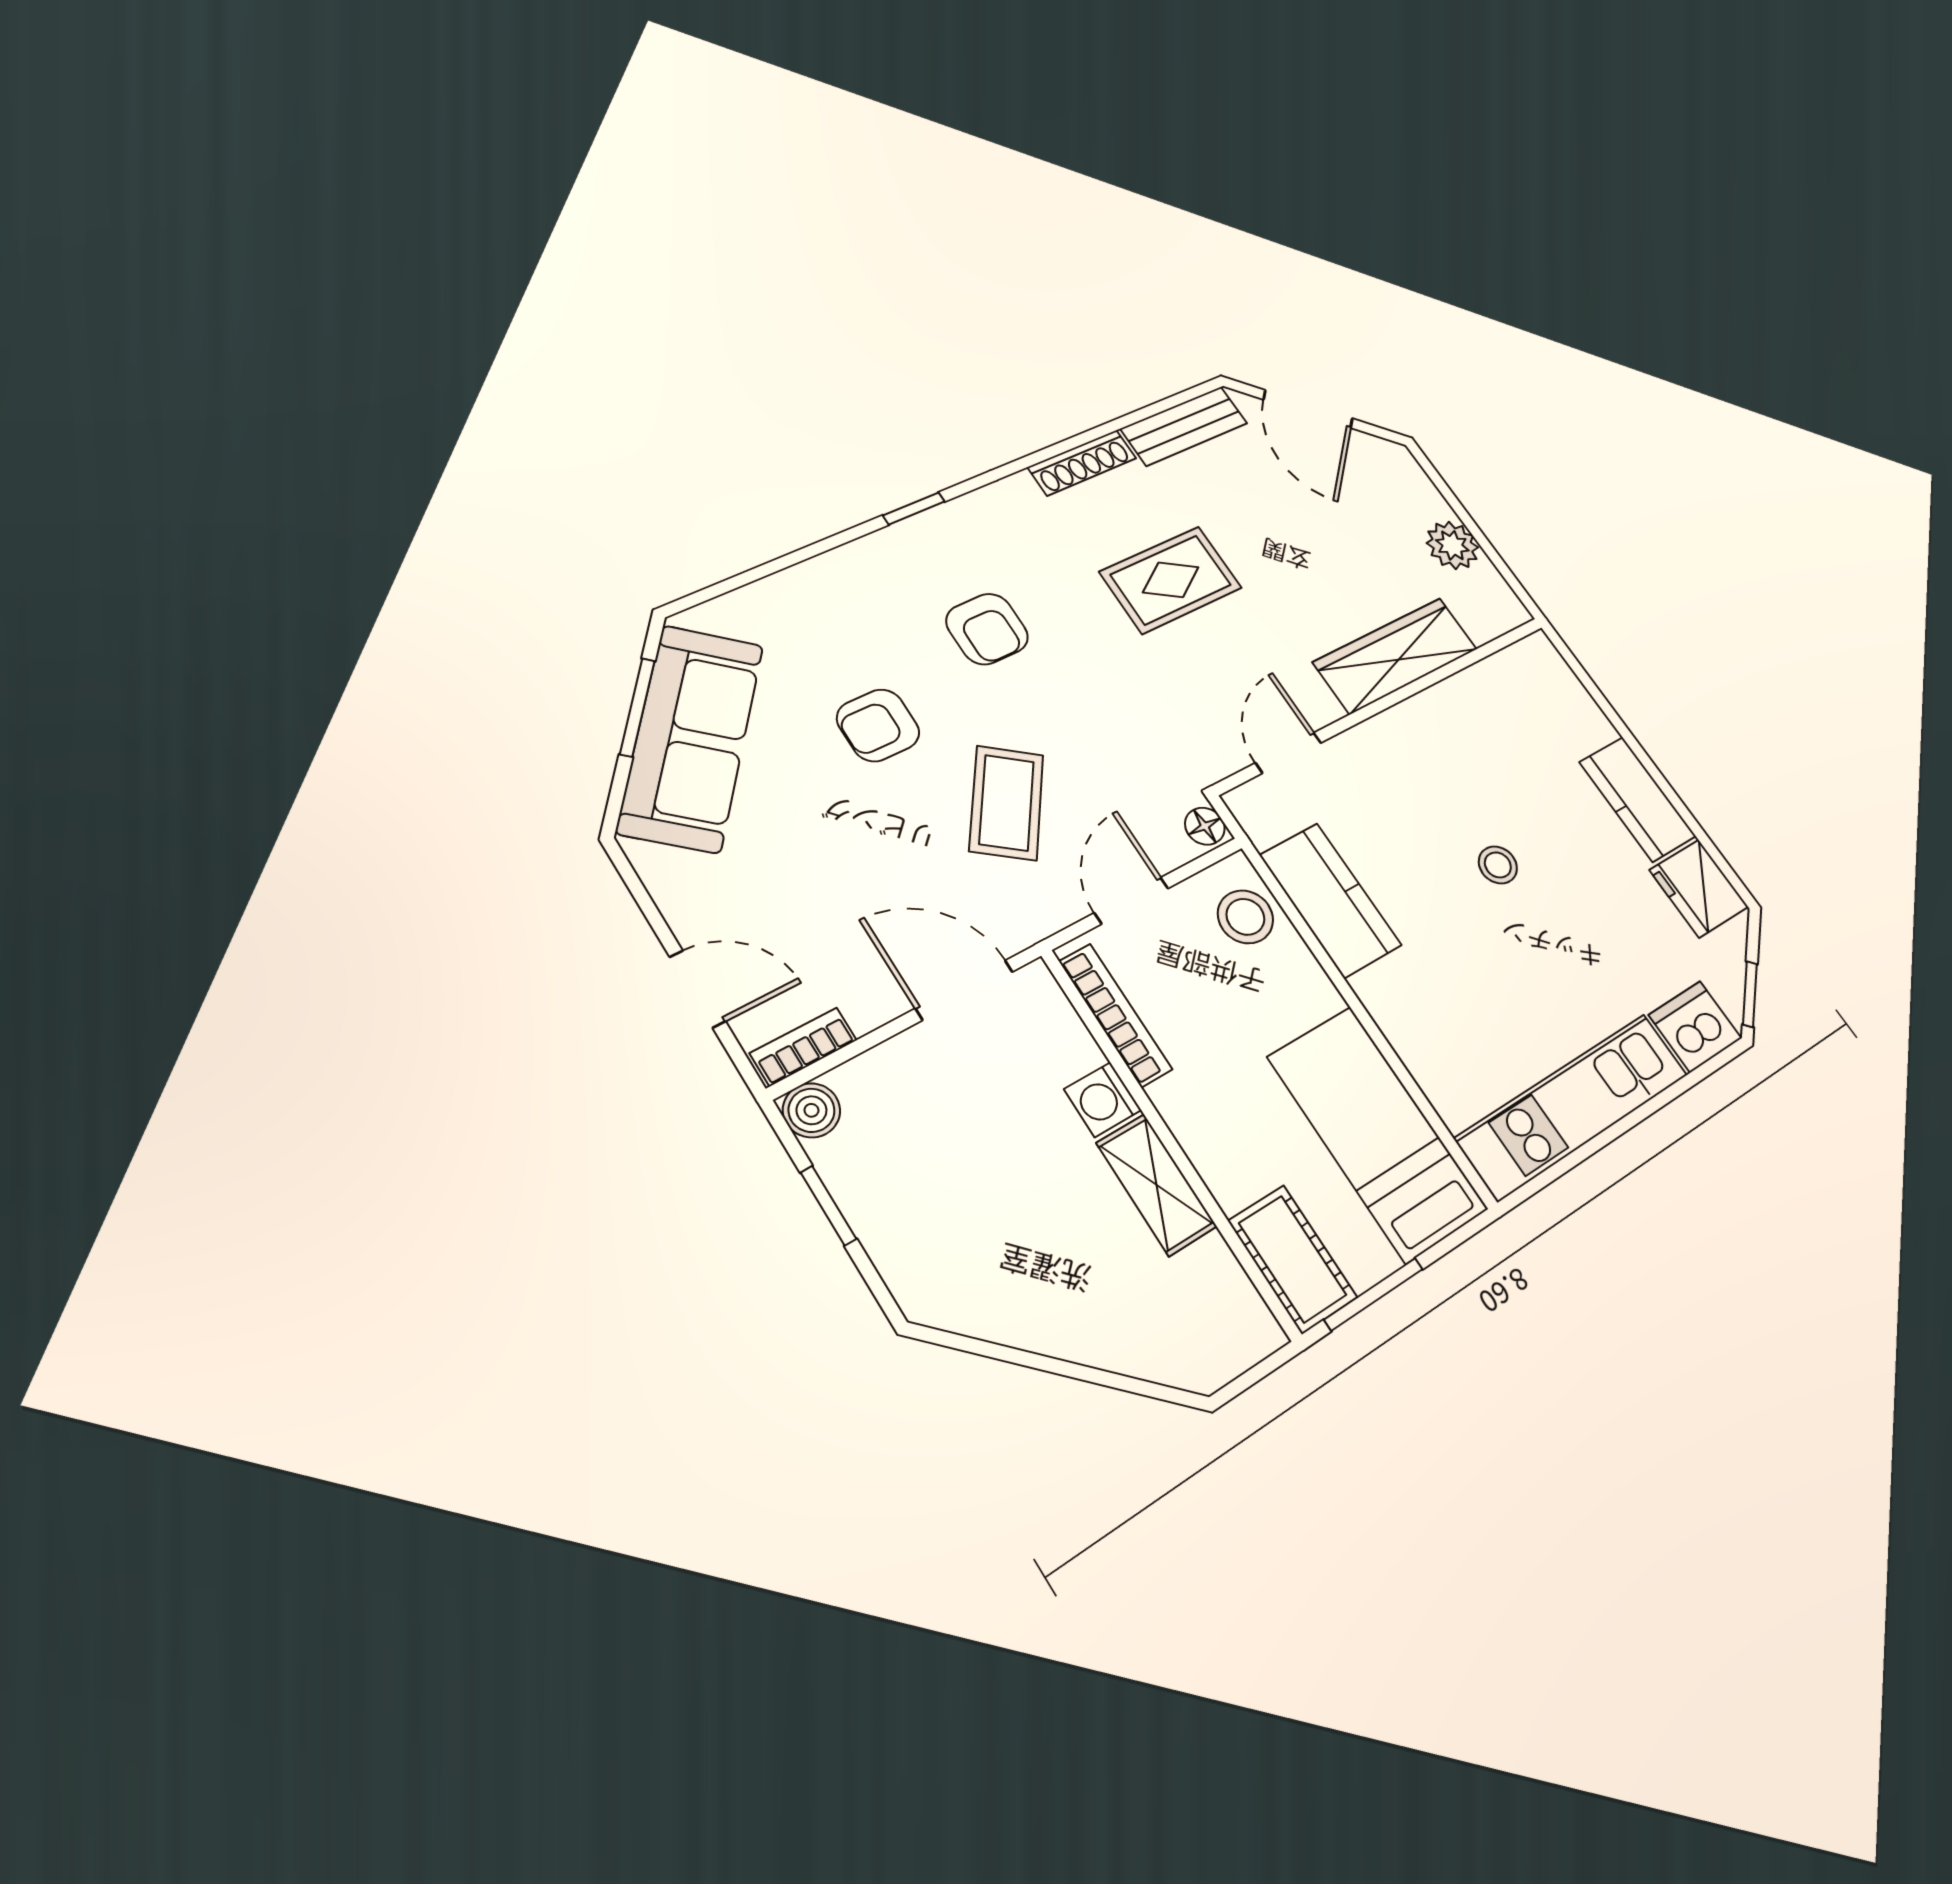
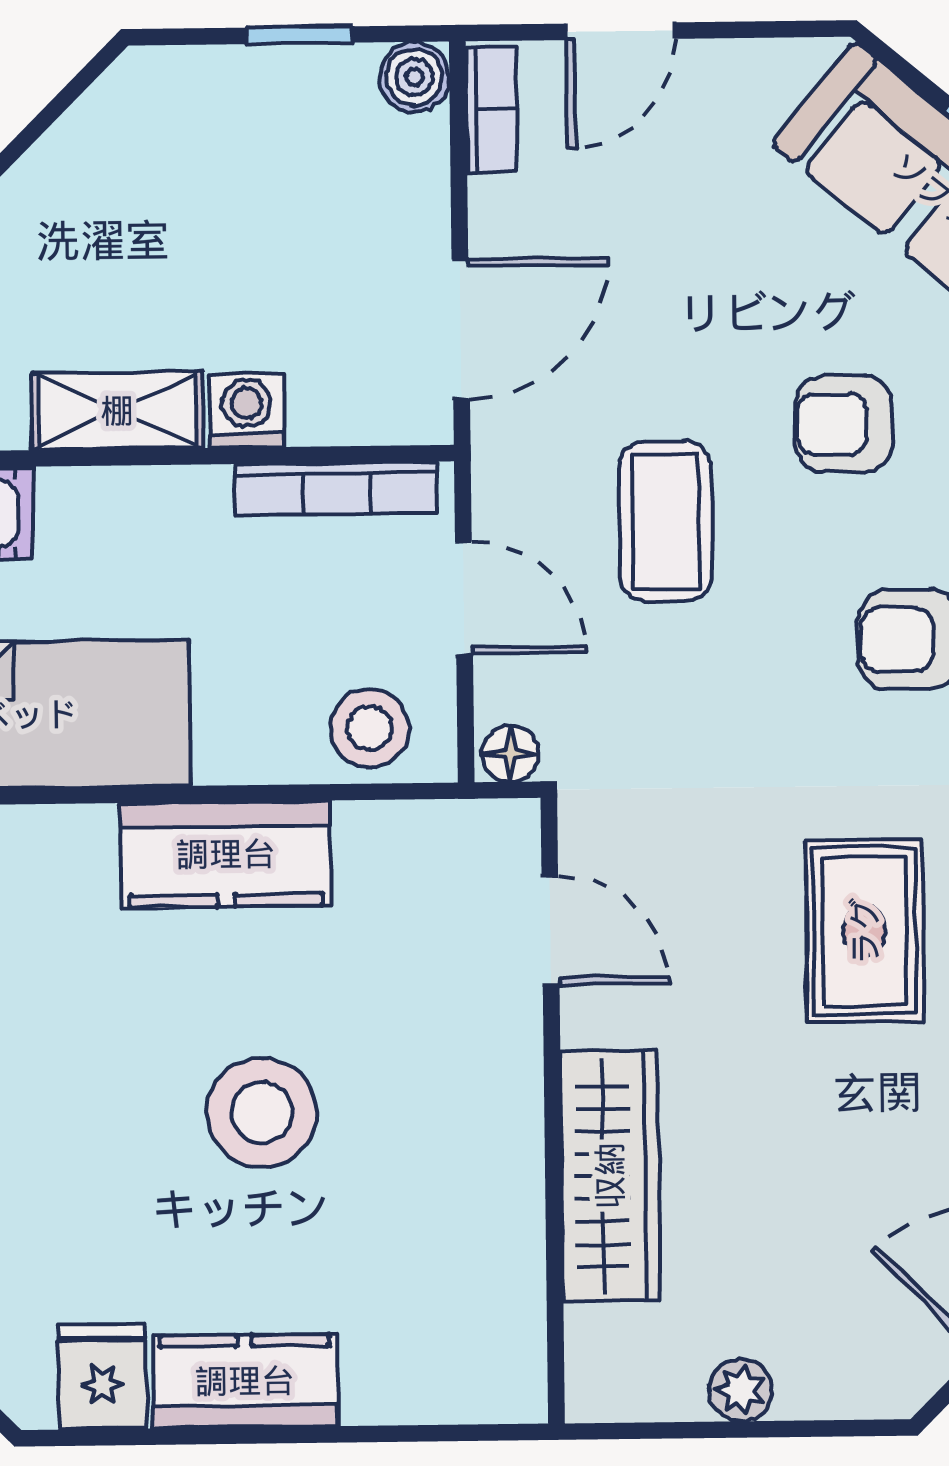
plant: (1452, 545) -> (741, 1390), width x0.73, depth x0.73
armchair: (878, 725) -> (844, 424), turned -90
coffee table: (1007, 803) -> (665, 521), turned 54
stool: (1498, 865) -> (262, 1113), width x1.89, depth x1.89
fridge: (1699, 888) -> (102, 1376), width x0.72
kitchen counter: (1330, 900) -> (226, 854), moved

